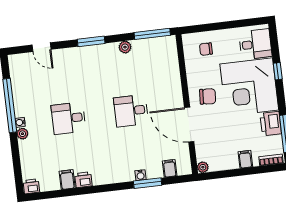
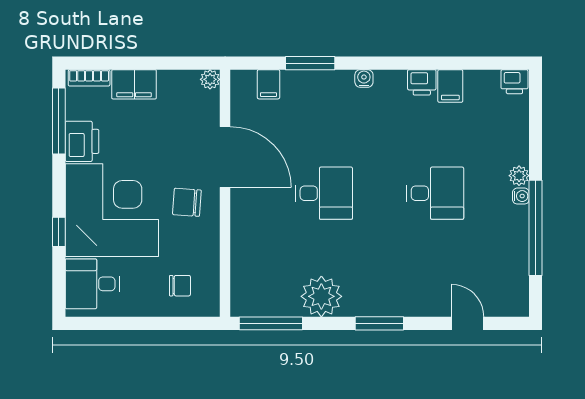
plant: (125, 47) -> (321, 296), width x1.87, depth x1.87
filing cabinet: (245, 159) -> (134, 84), width x2.00
water cooler: (140, 175) -> (364, 78), moved

